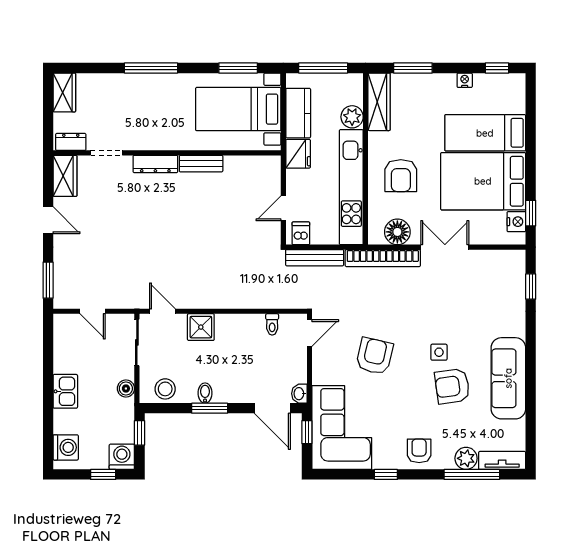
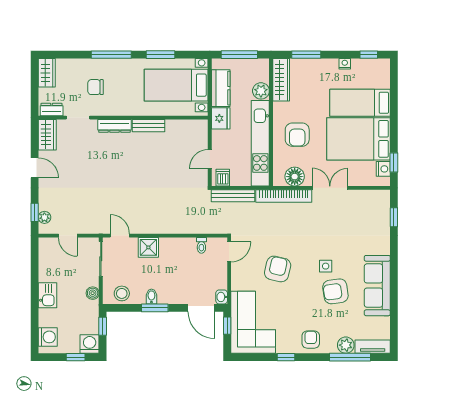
window: (238, 68) -> (160, 55), moved
chair: (130, 112) -> (96, 87), added
window: (48, 280) -> (35, 212), width x0.67
plant: (61, 287) -> (44, 217), added

